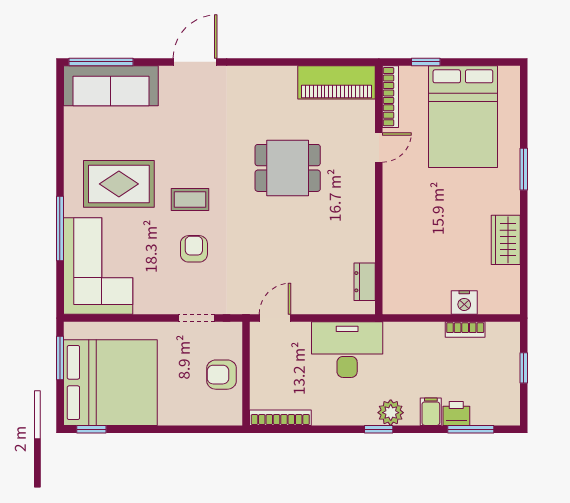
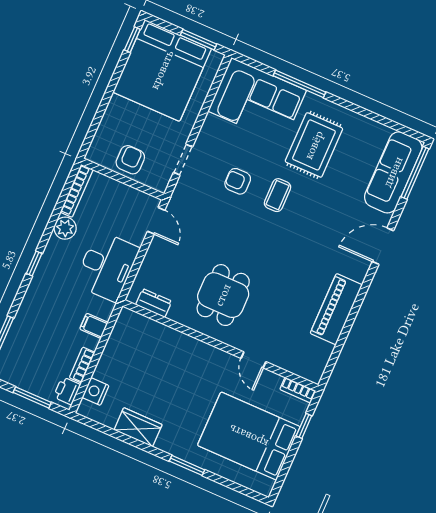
door: (195, 62) -> (383, 246), swing flipped
piano: (336, 82) -> (336, 309), moved
bookcase: (390, 97) -> (298, 390), width x0.64
dining table: (288, 168) -> (223, 295), moved
armchair: (194, 249) -> (238, 181), turned 180
nightstand: (464, 303) -> (96, 392), moved
window: (524, 368) -> (32, 397), width x1.50
filing cabinet: (431, 412) -> (94, 326), moved, turned 180
plant: (391, 413) -> (65, 228), moved
printer: (456, 413) -> (67, 391), moved, turned 180

